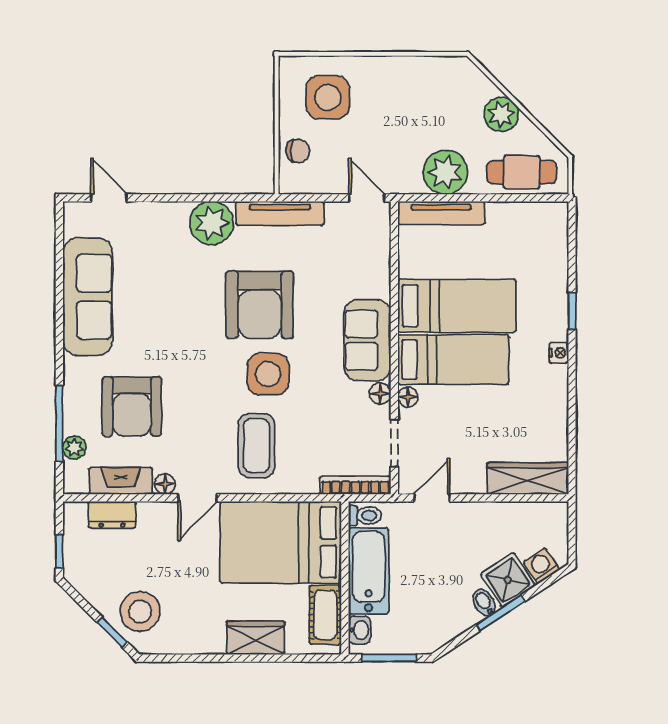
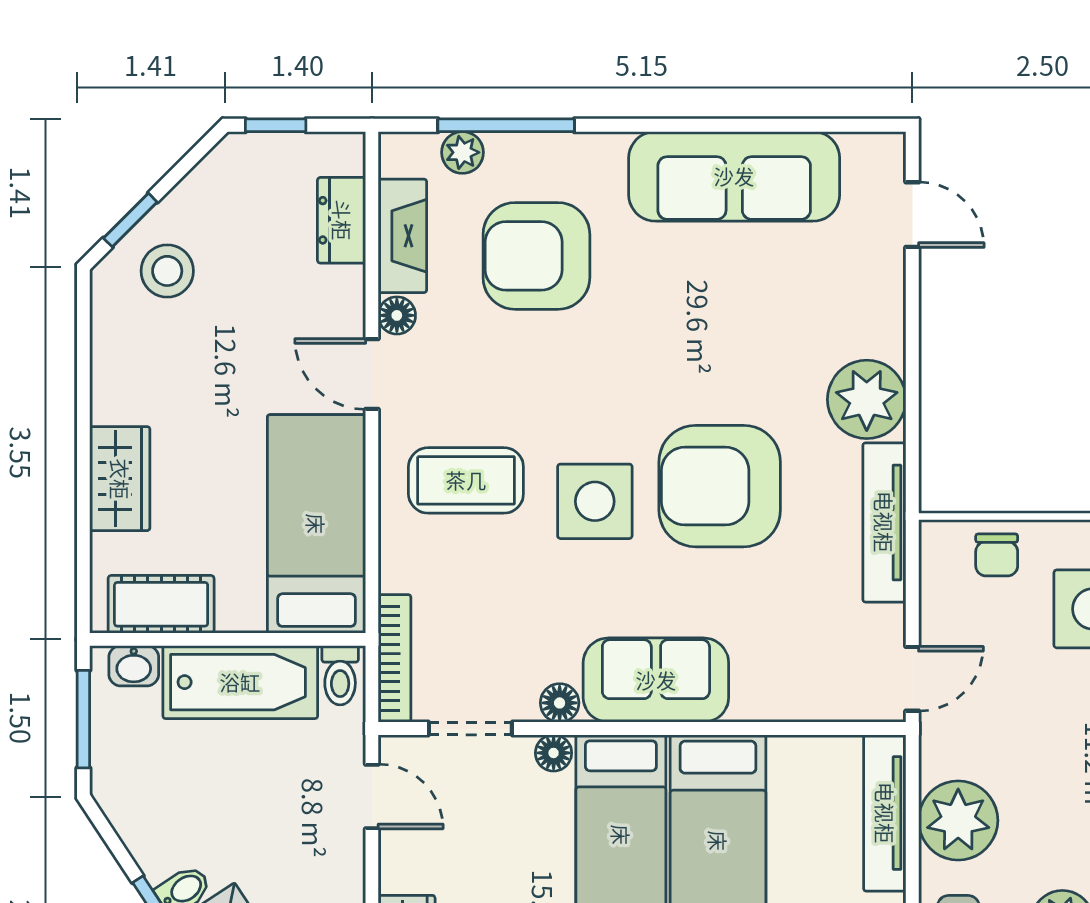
door: (109, 198) -> (912, 215), hinge flipped
bed: (281, 542) -> (316, 524), width x0.67
stool: (140, 611) -> (167, 271), width x0.73, depth x0.73

